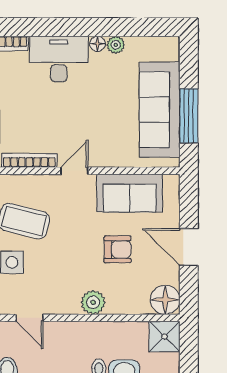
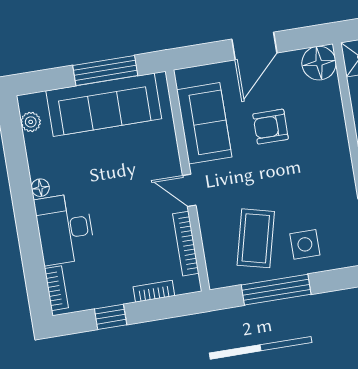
plant: (116, 45) -> (31, 122), moved
armchair: (118, 249) -> (271, 127), turned -90
plant: (93, 302) -> (335, 145), removed

